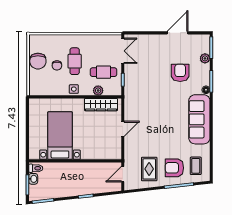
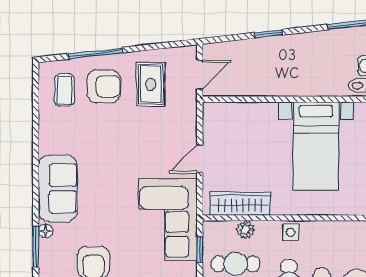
corner sofa: (140, 96) -> (168, 219), added
sofa: (199, 119) -> (58, 188), width x0.73

